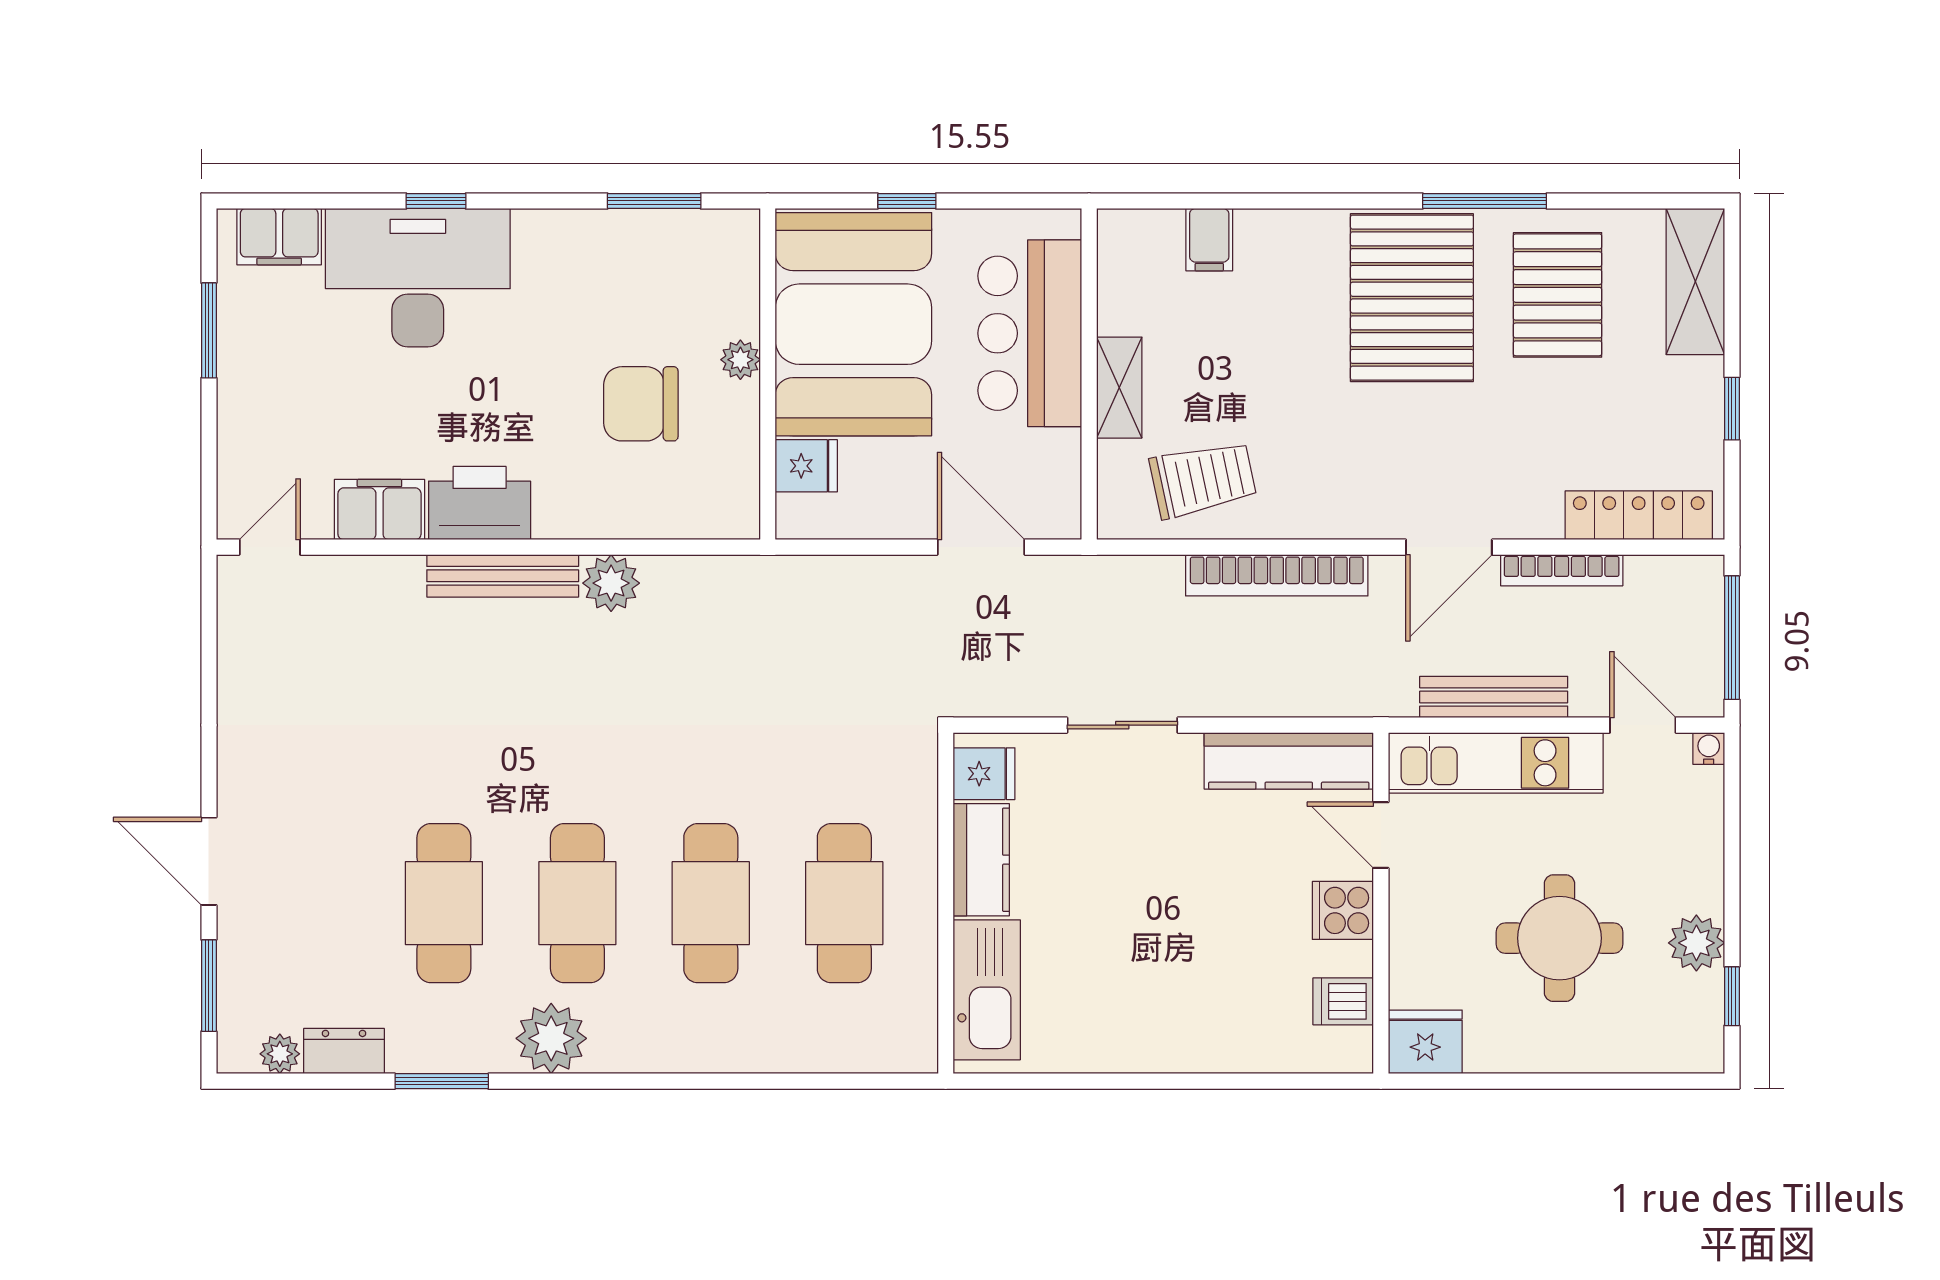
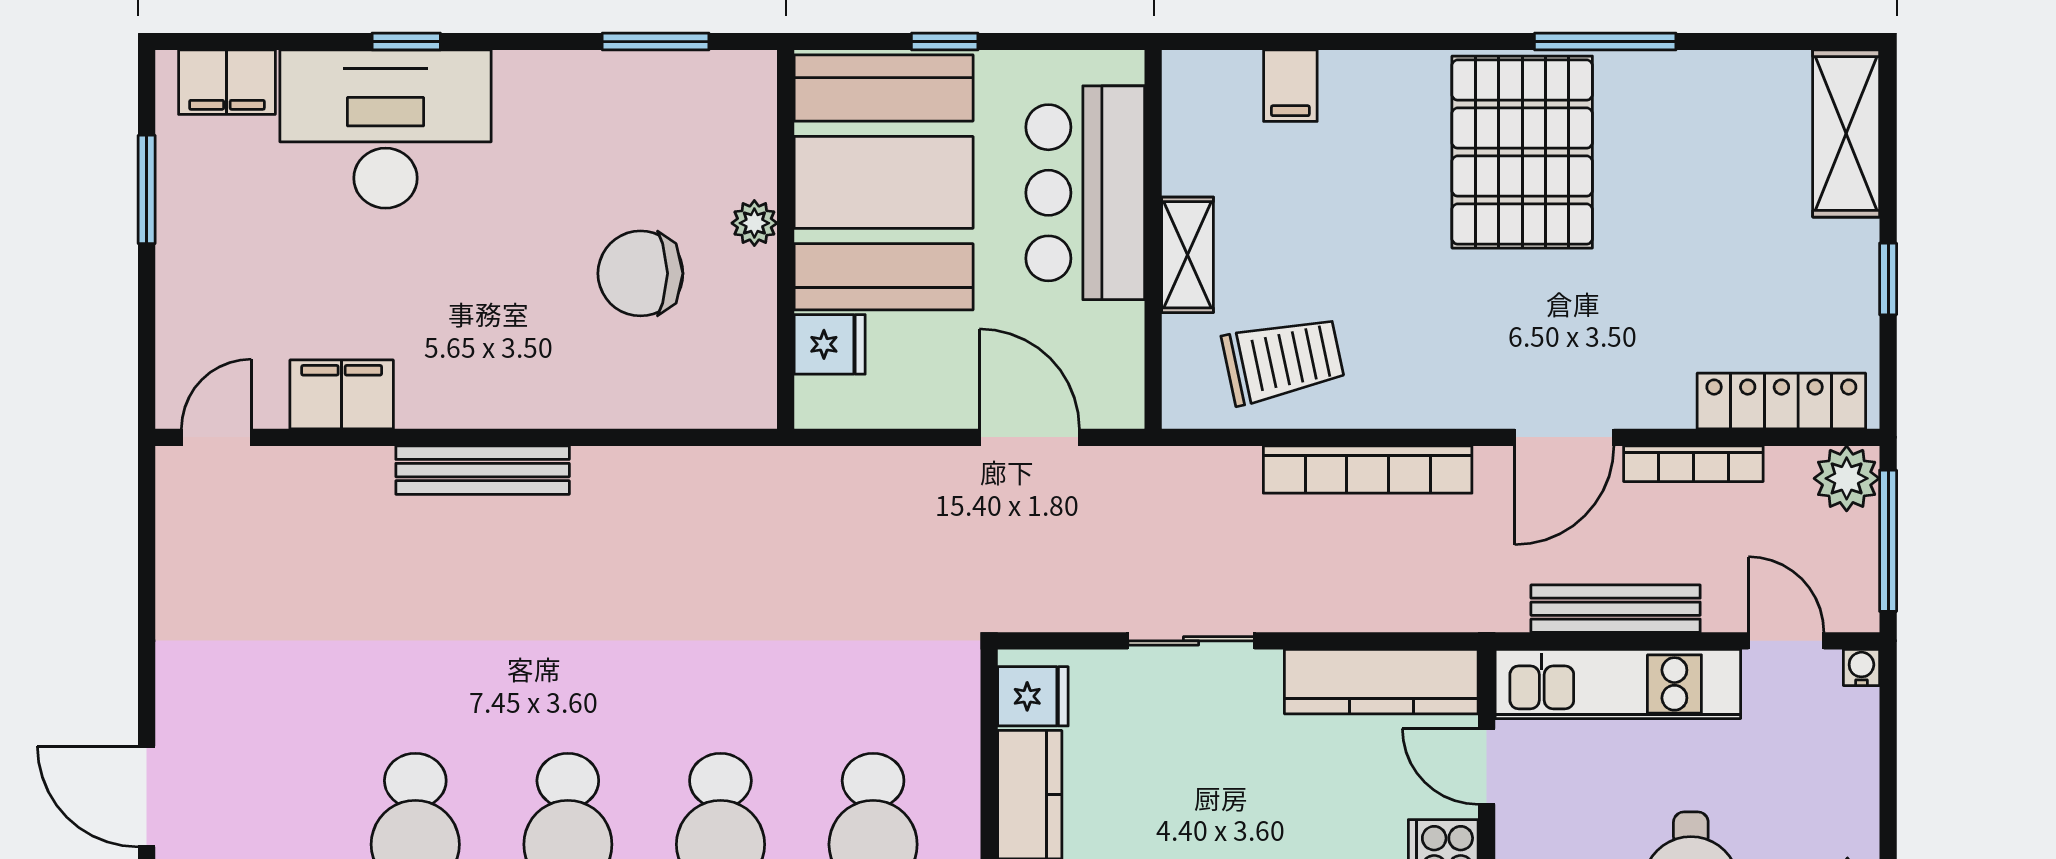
pallet: (1558, 295) -> (1689, 149), removed
printer: (480, 503) -> (456, 387), removed
plant: (611, 583) -> (1847, 478), moved

